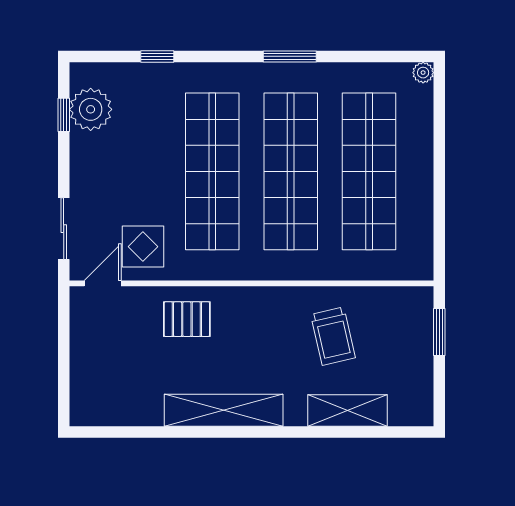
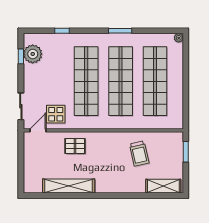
shelving: (224, 410) -> (69, 186), moved
shelving: (348, 410) -> (163, 186), moved

